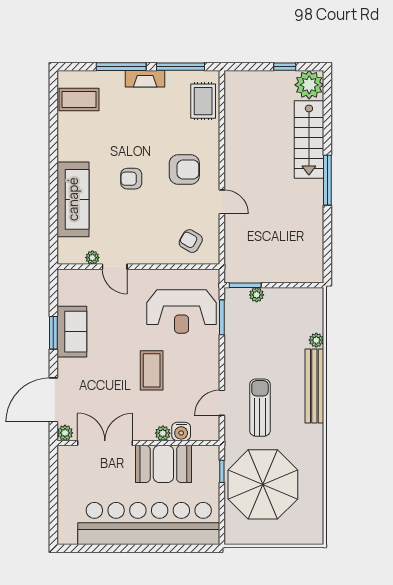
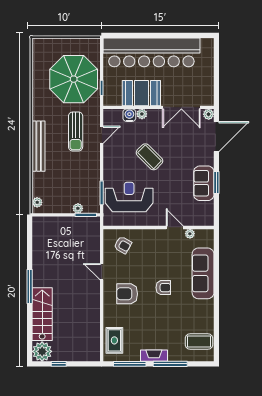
plant: (316, 340) -> (37, 202), moved
coffee table: (152, 370) -> (149, 157), turned -45

